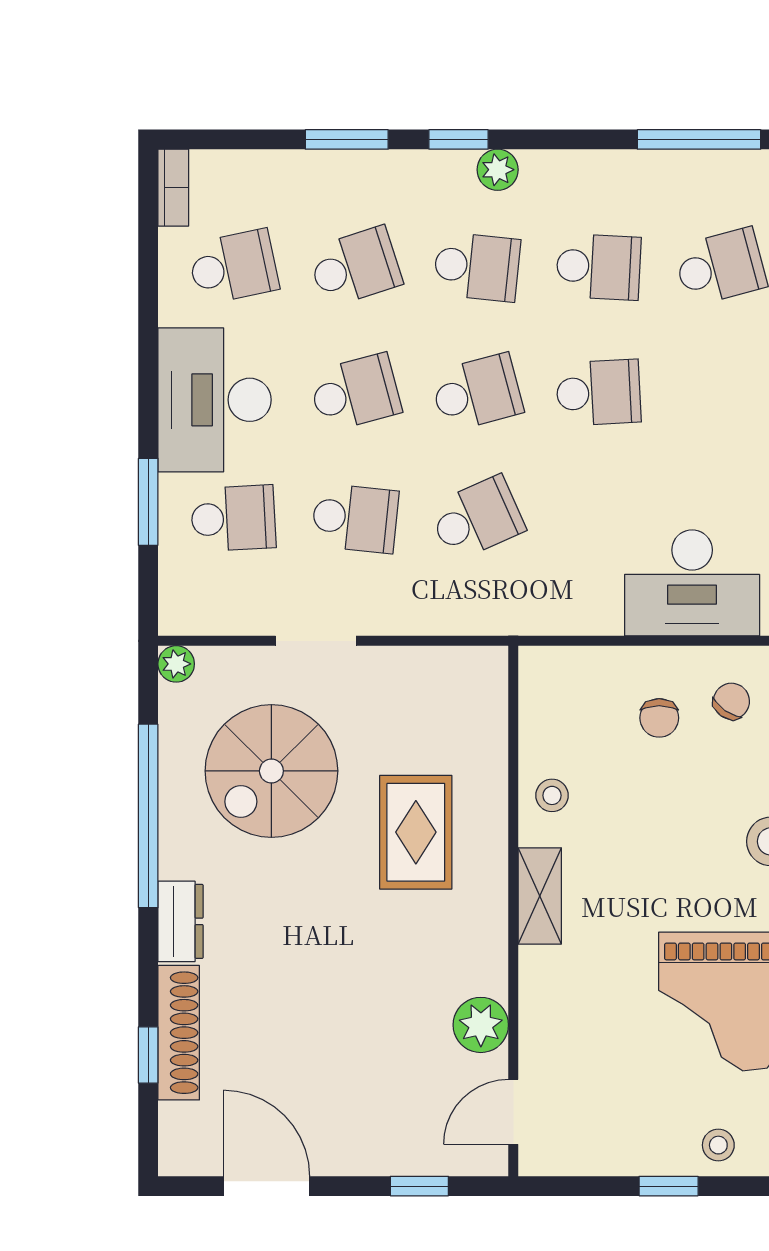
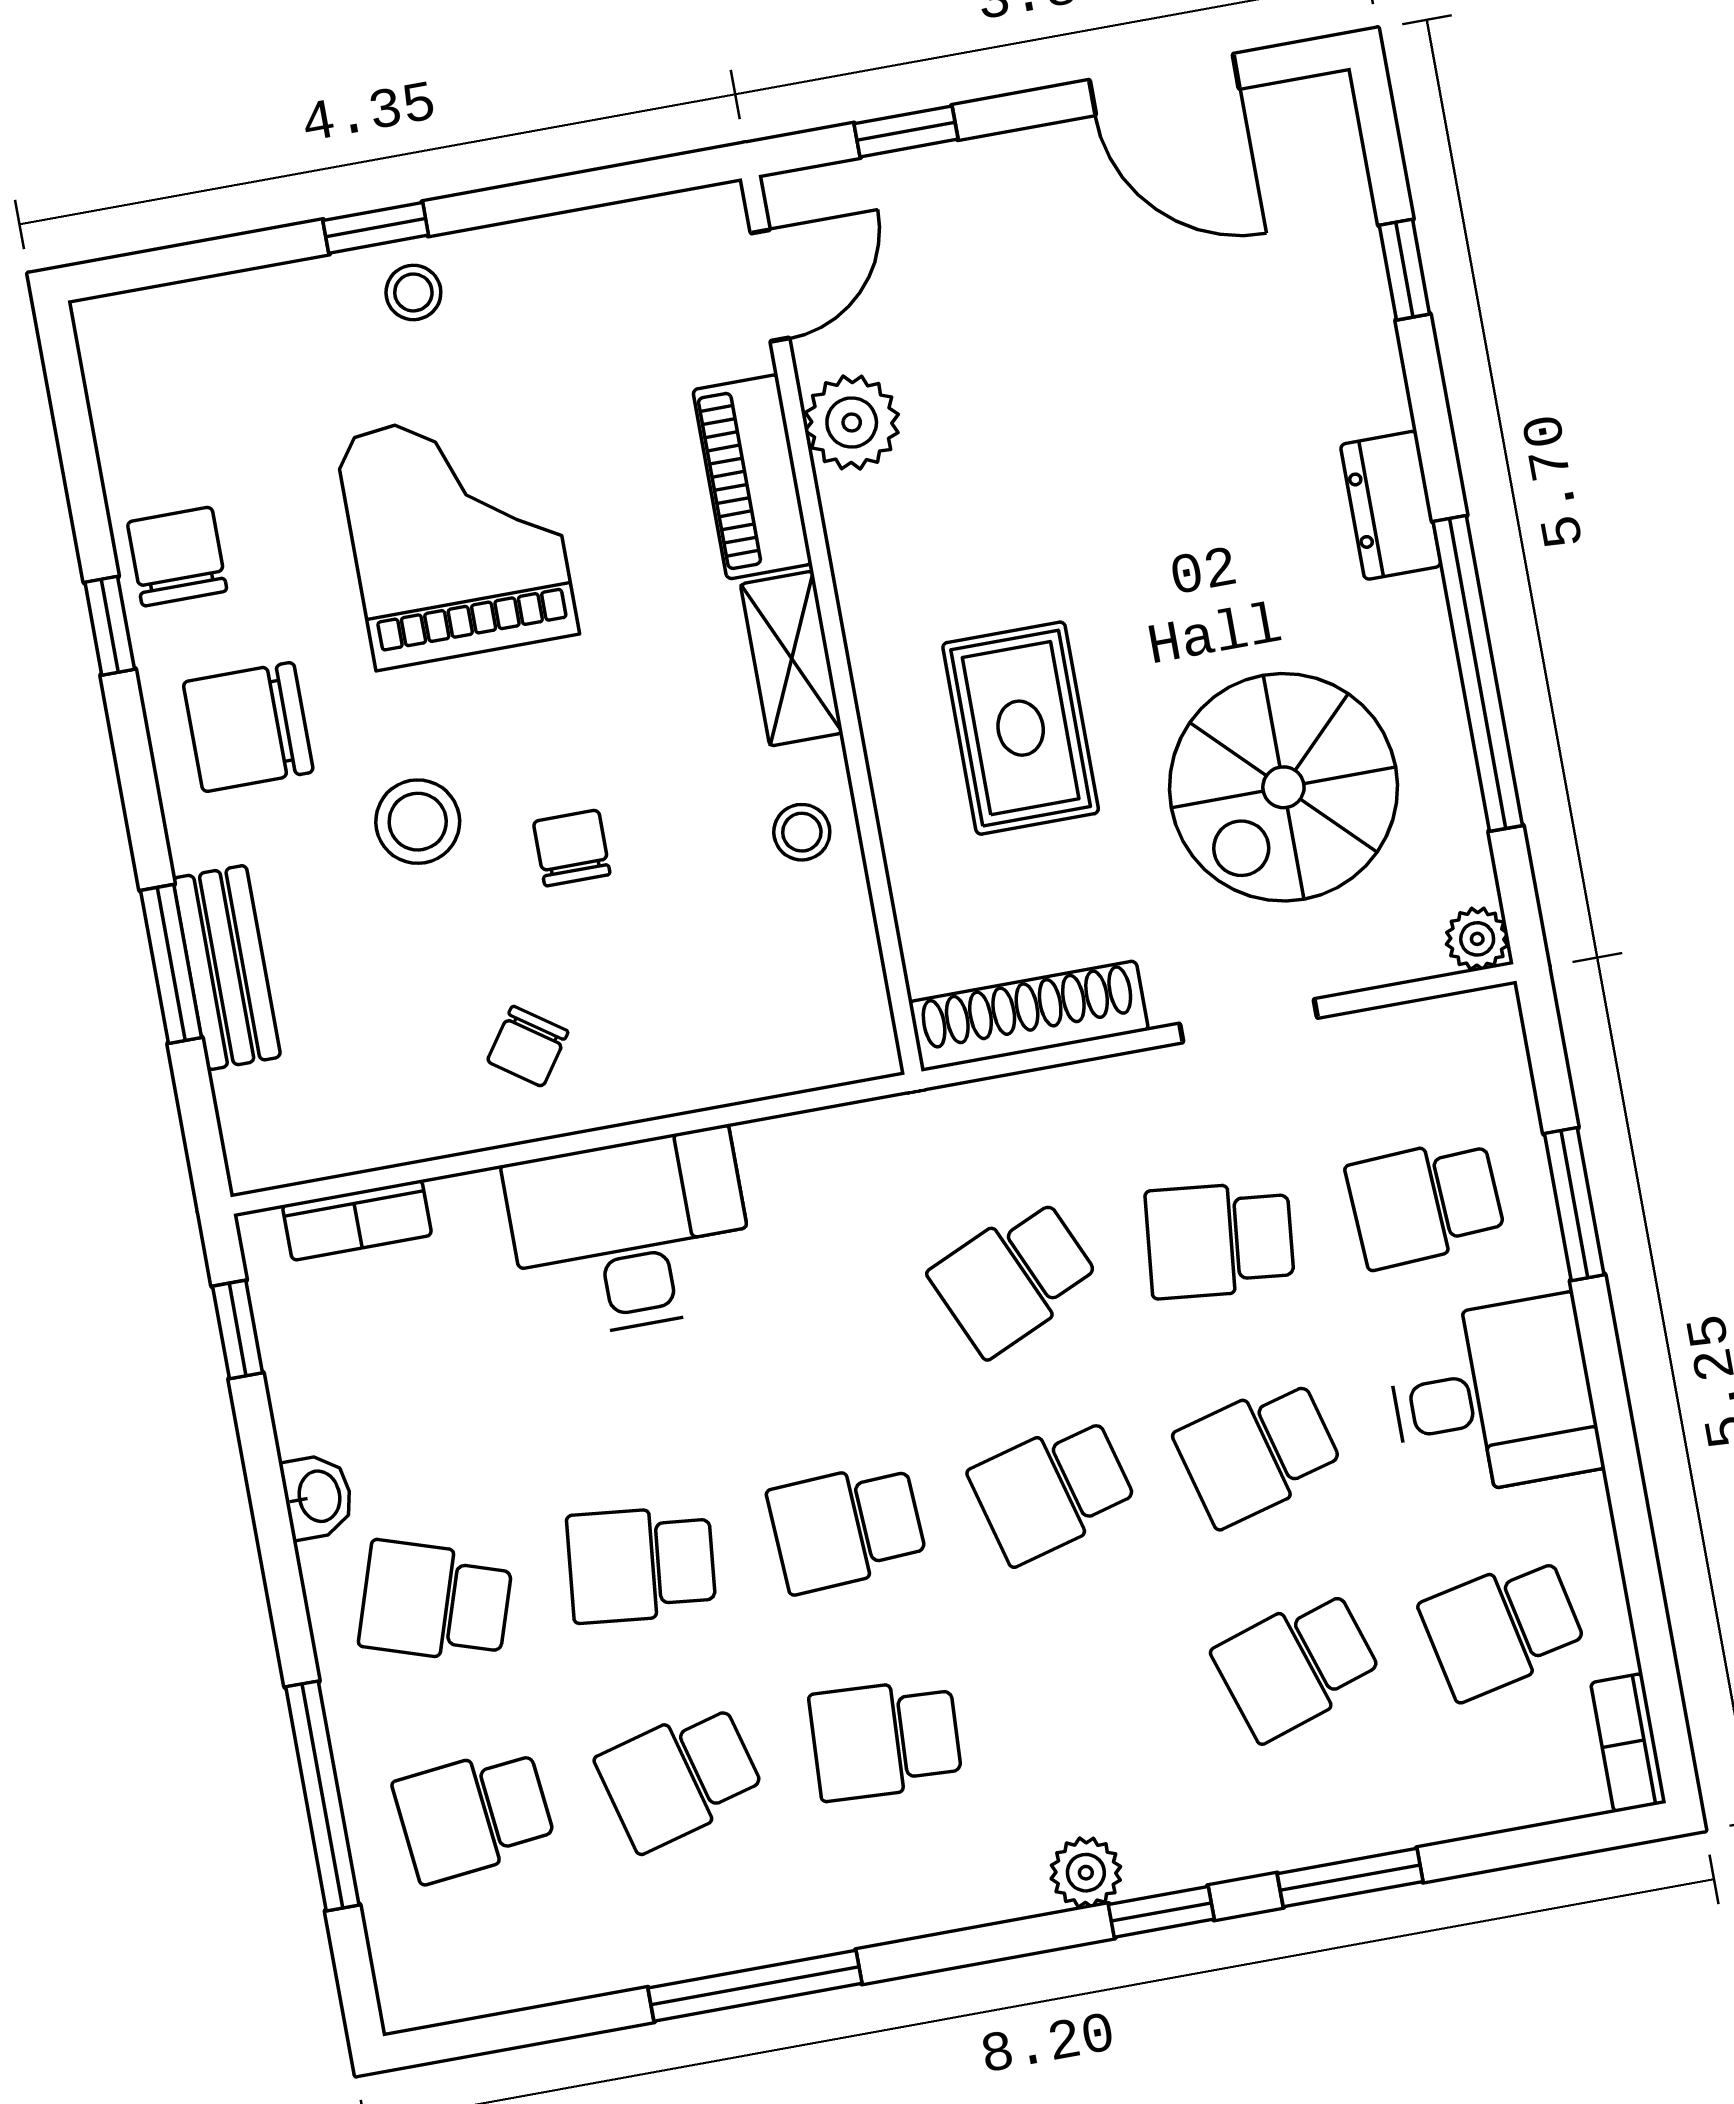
school desk: (477, 267) -> (641, 1565), moved
desk: (215, 400) -> (1493, 1397), width x0.73
chair: (659, 718) -> (572, 848), moved
spiral stairs: (271, 771) -> (1283, 787), turned 180
piano: (543, 1004) -> (752, 477), added
shoe rack: (179, 1033) -> (1029, 1016), moved, turned 90
window: (669, 1186) -> (376, 228), moved

